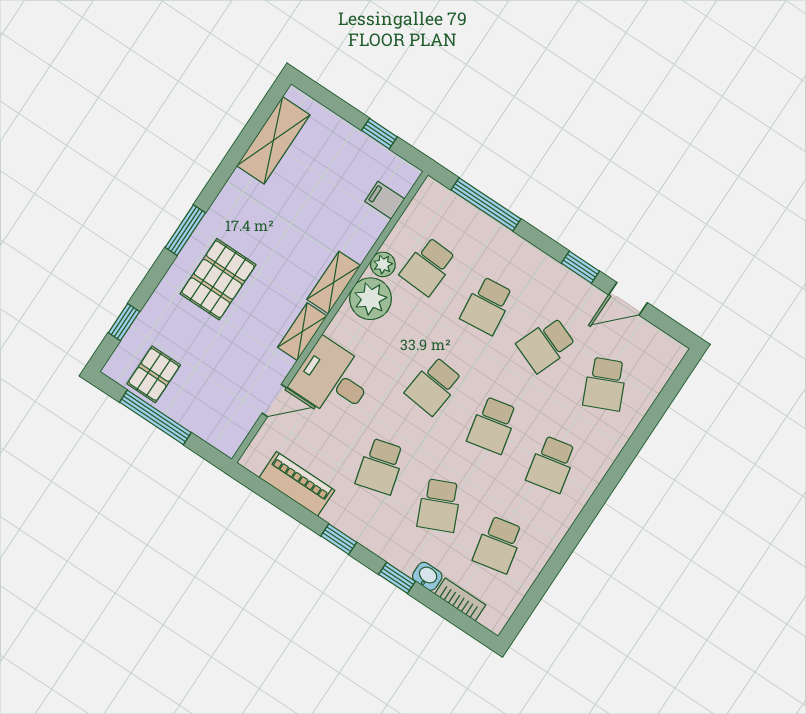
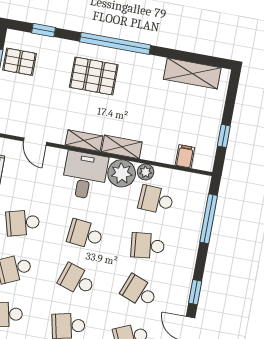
window: (185, 230) -> (115, 43), width x2.11
desk: (333, 379) -> (85, 175), moved
school desk: (493, 425) -> (77, 280), turned 30

